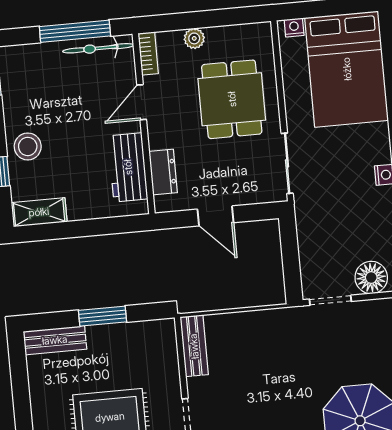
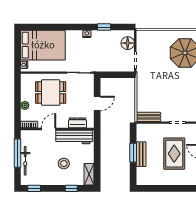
bicycle: (98, 48) -> (25, 161), moved
door: (142, 102) -> (49, 129), swing flipped
stool: (28, 146) -> (64, 164), moved
workbench: (128, 167) -> (74, 137), width x1.38
bench: (55, 340) -> (141, 154), moved

